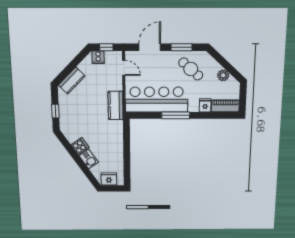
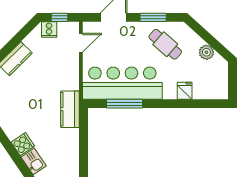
door: (124, 68) -> (81, 43), hinge flipped
kitchen counter: (116, 105) -> (70, 109), moved
piano: (225, 106) -> (211, 91), removed
window: (176, 115) -> (124, 104), moved

